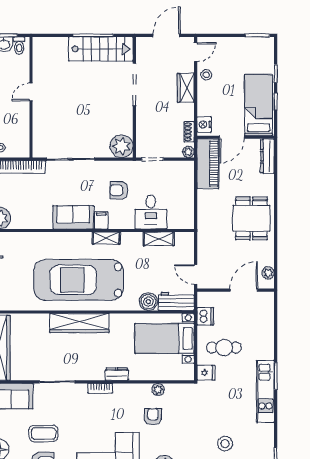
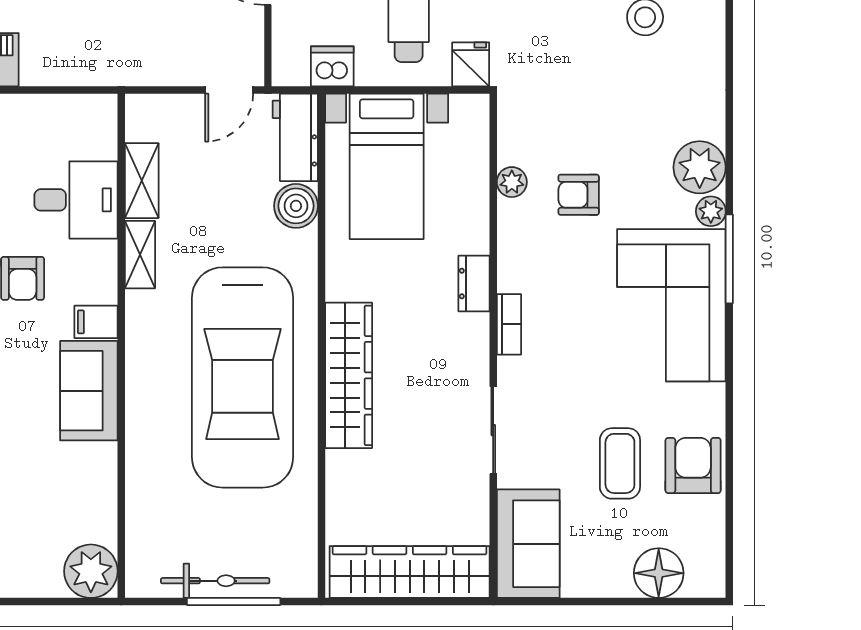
shelving: (106, 238) -> (140, 255), moved

